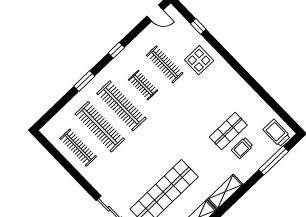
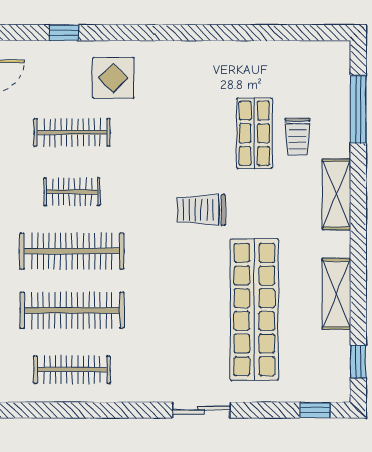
trolley: (277, 133) -> (201, 210), moved
shelving: (225, 192) -> (336, 194), moved

